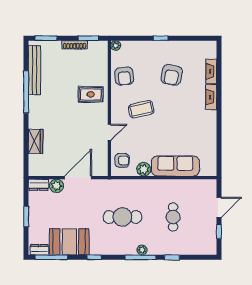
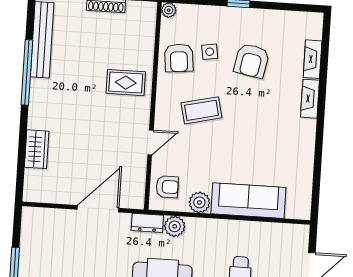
side table: (144, 71) -> (210, 52), added
dresser: (39, 185) -> (147, 223), moved
plant: (57, 186) -> (175, 226), moved

